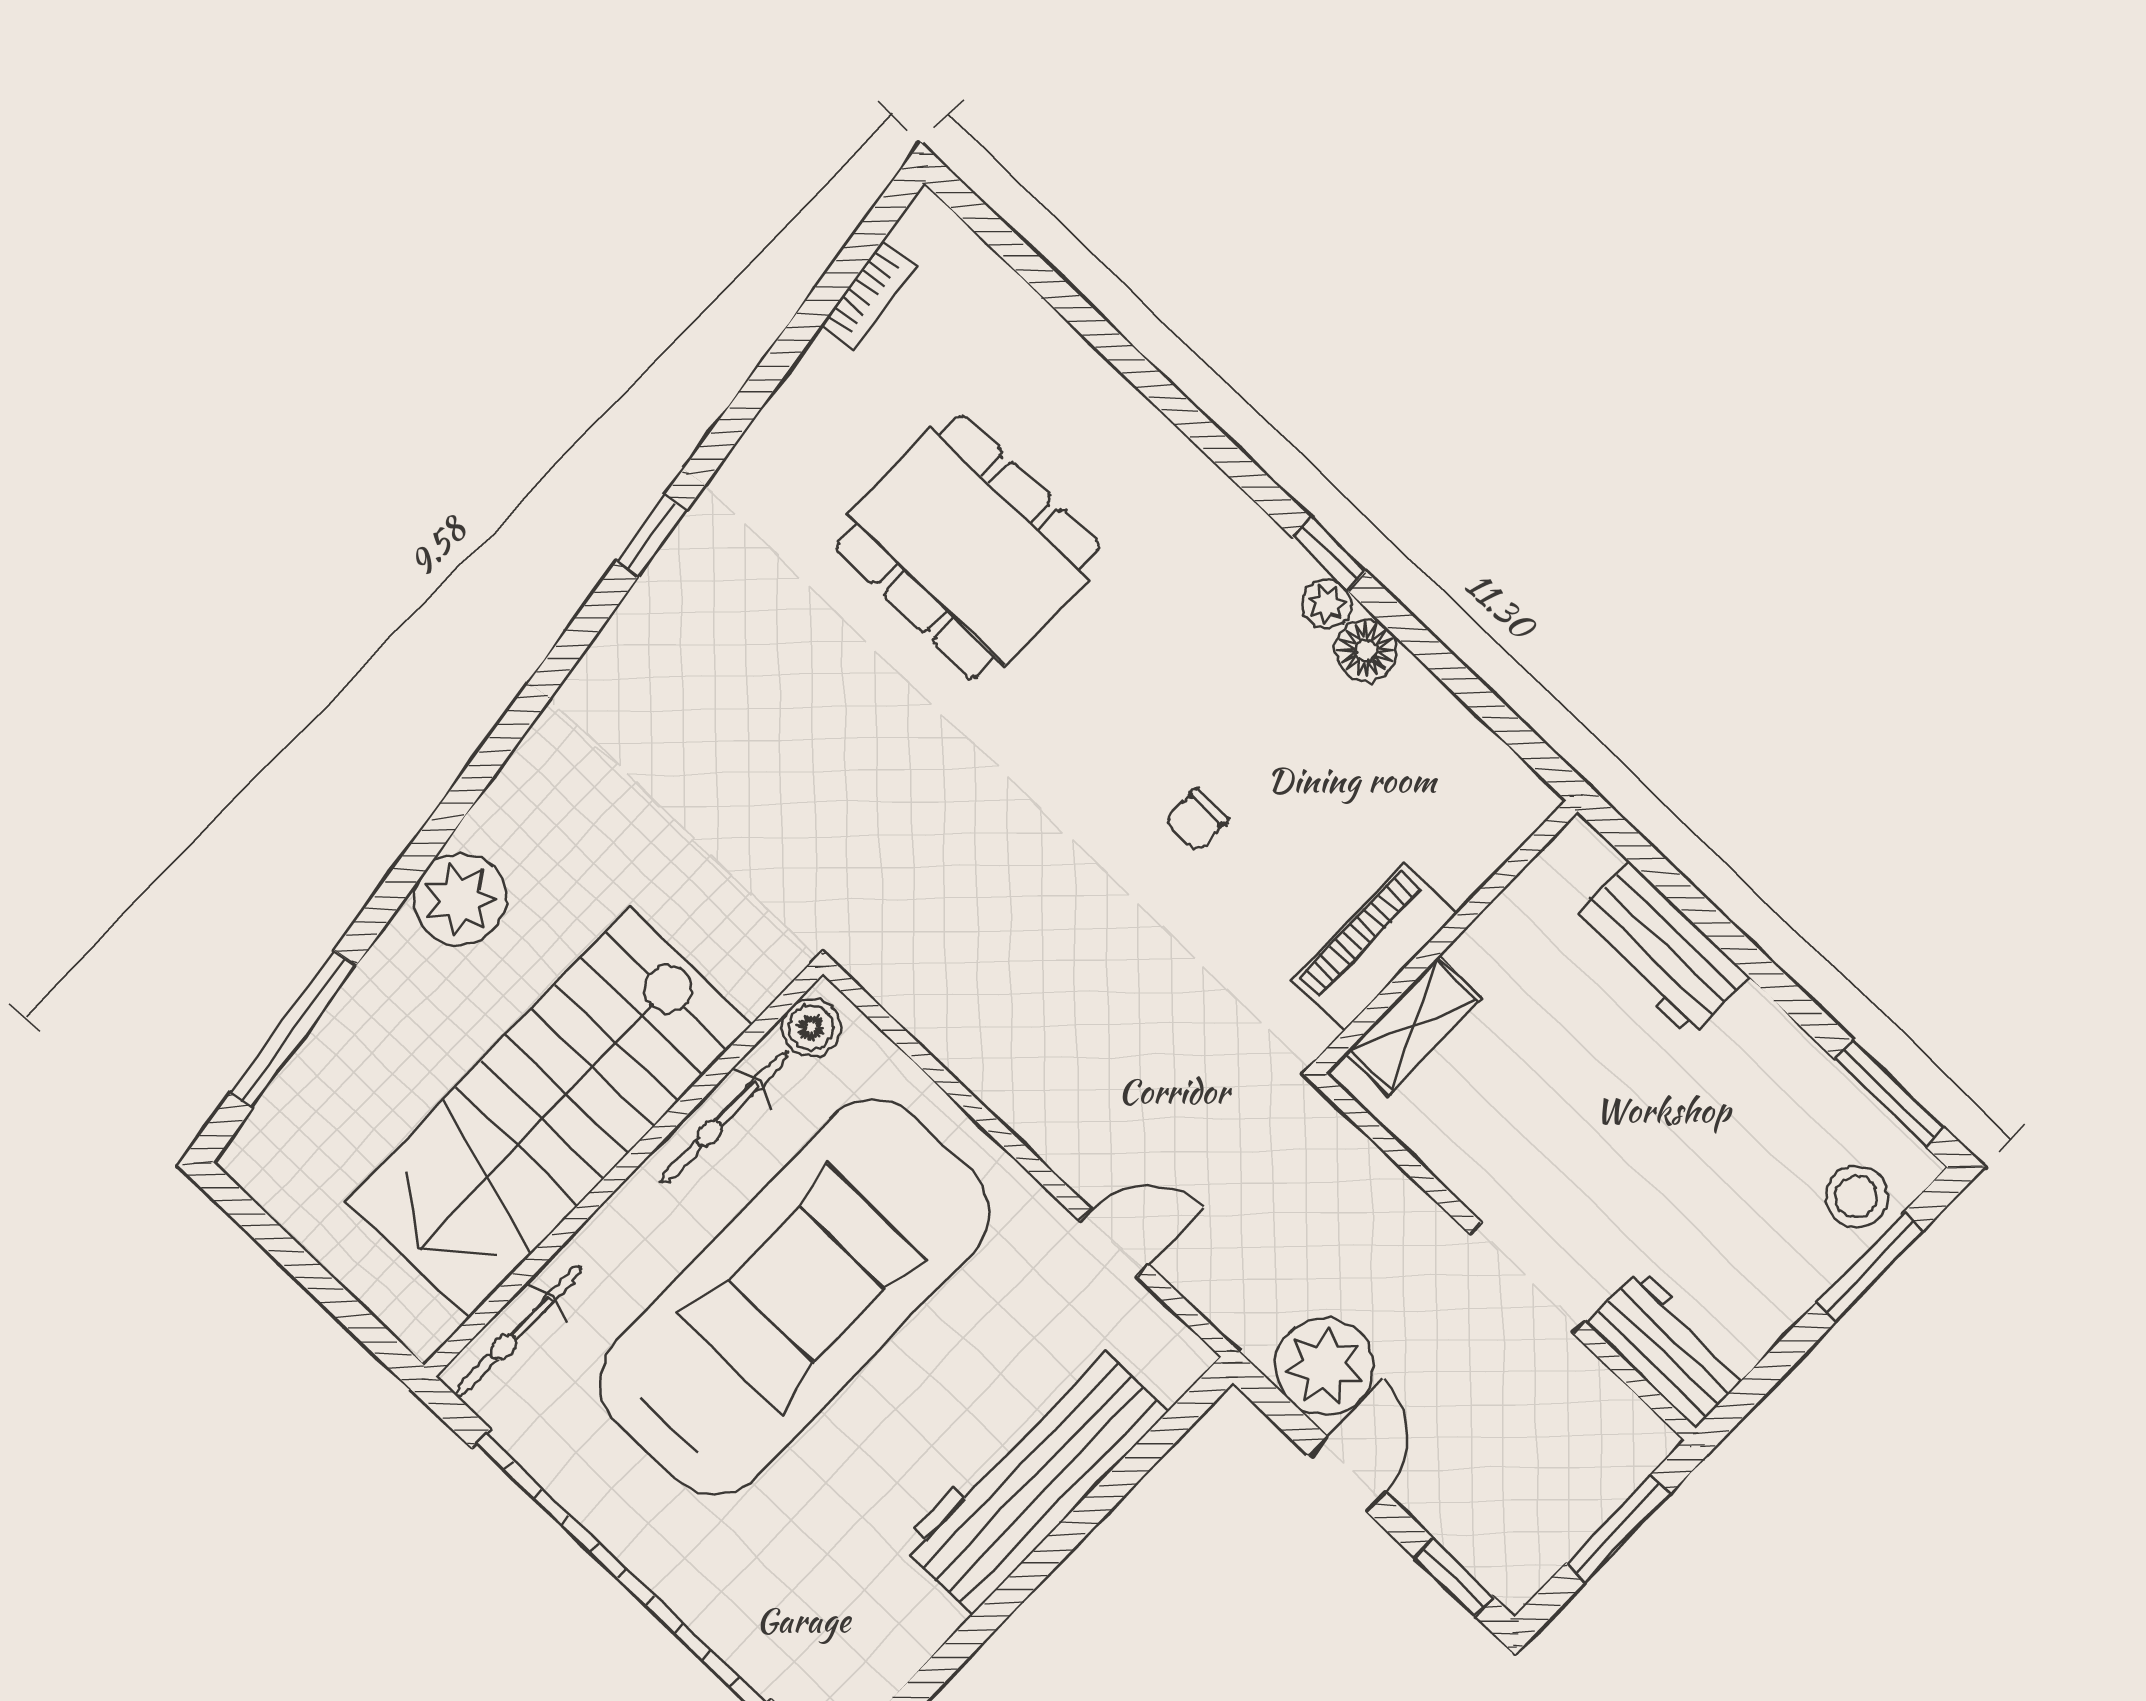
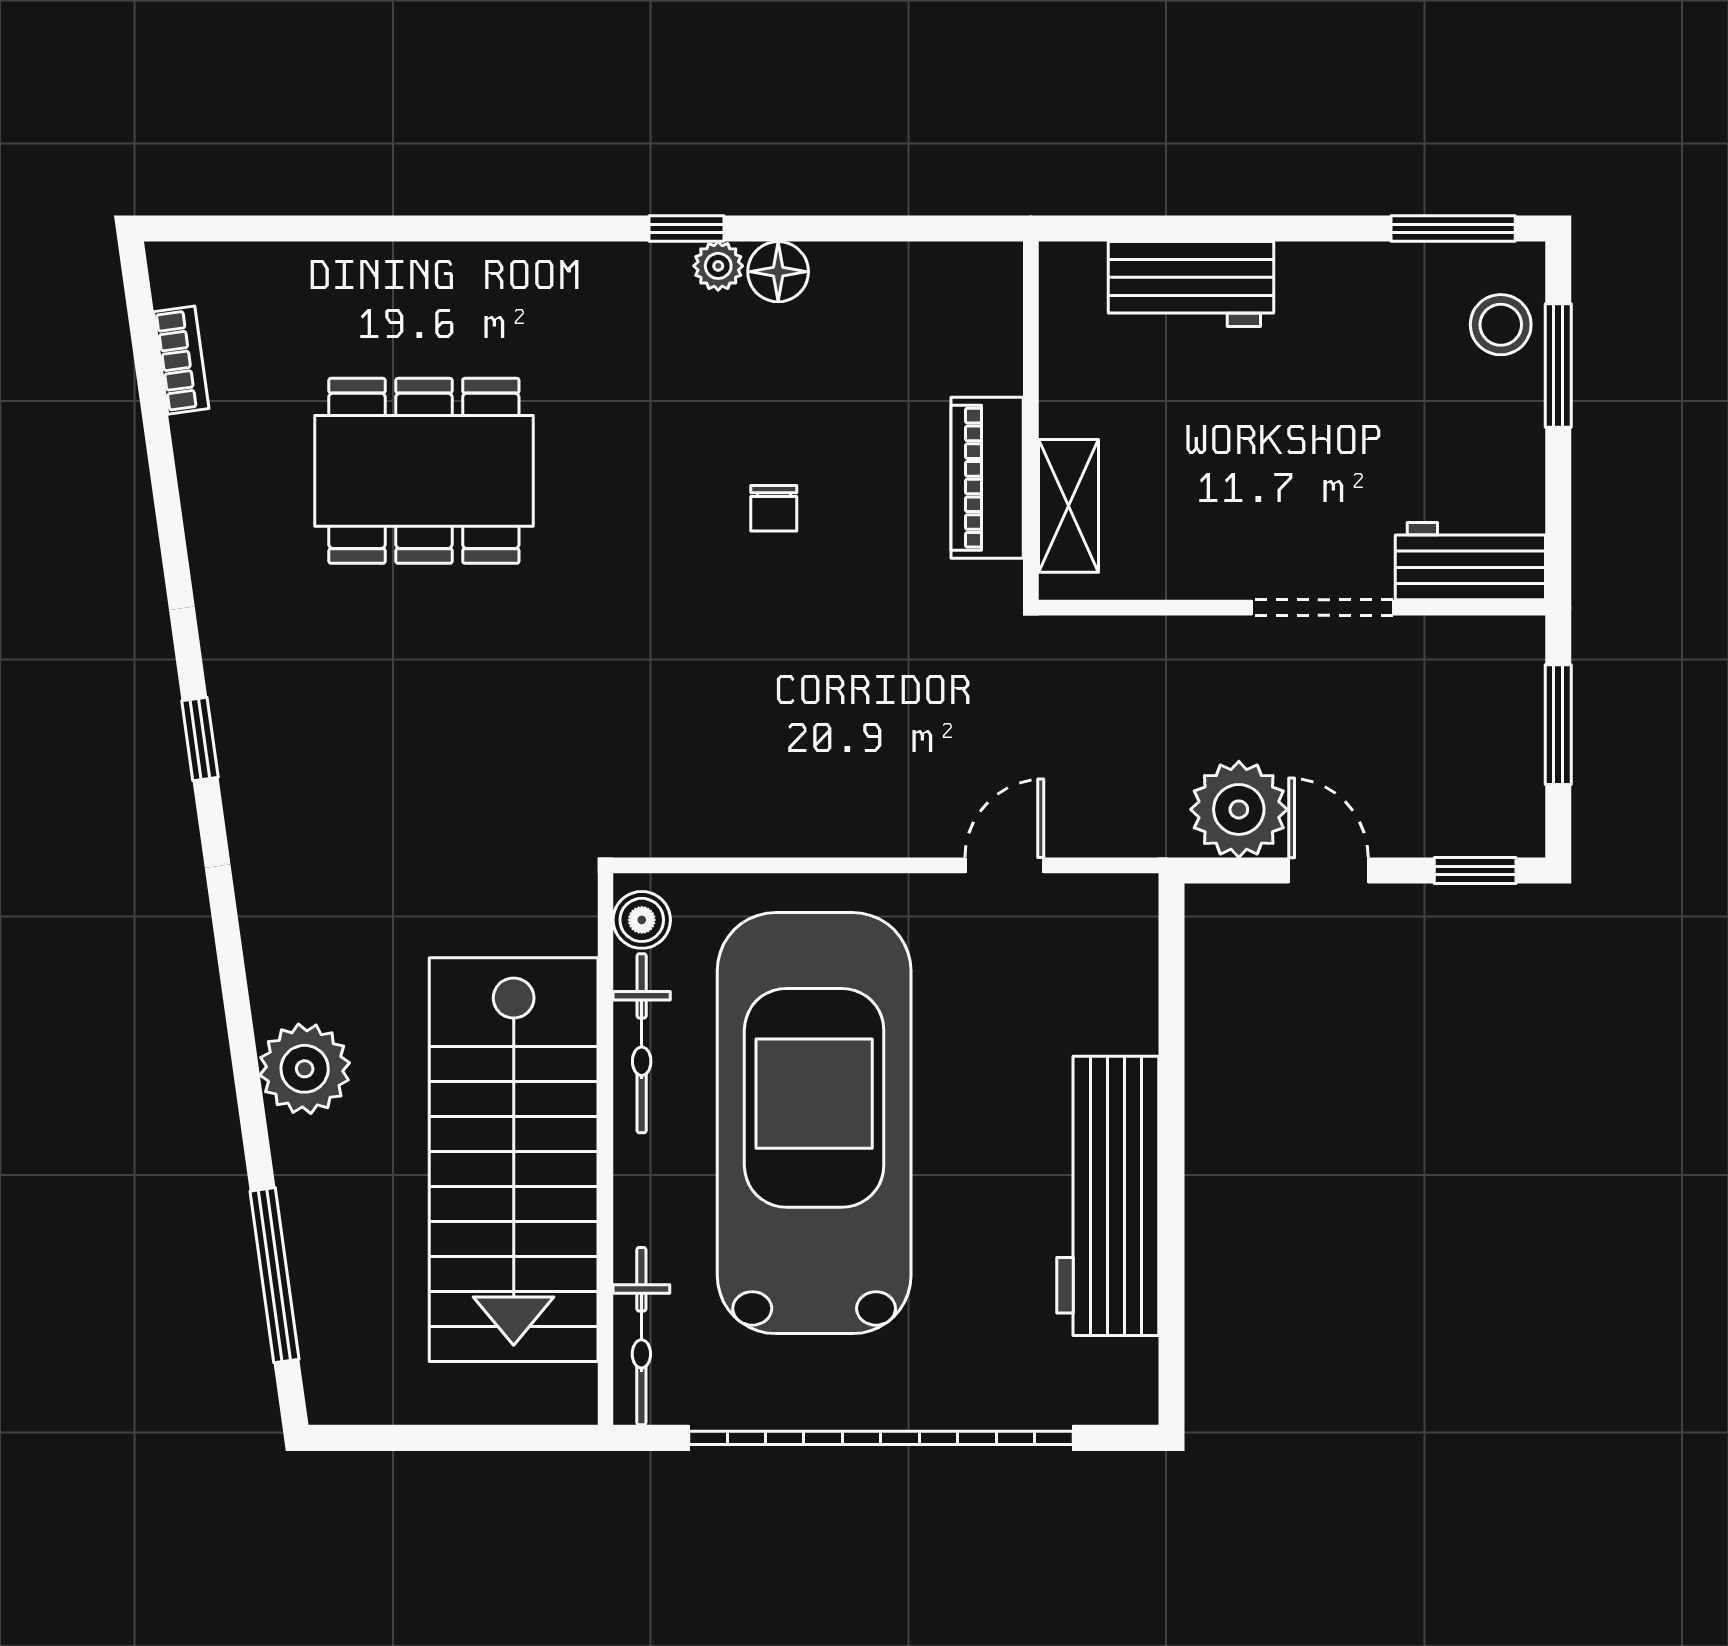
window: (651, 536) -> (200, 739), moved
workbench: (1033, 1478) -> (1108, 1196), moved

